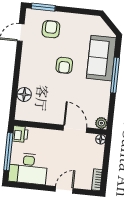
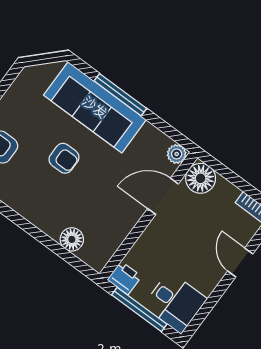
sofa: (101, 58) -> (95, 107), width x1.36
floor lamp: (101, 139) -> (201, 178), width x1.89, depth x1.89
desk: (28, 169) -> (175, 302), width x0.73

